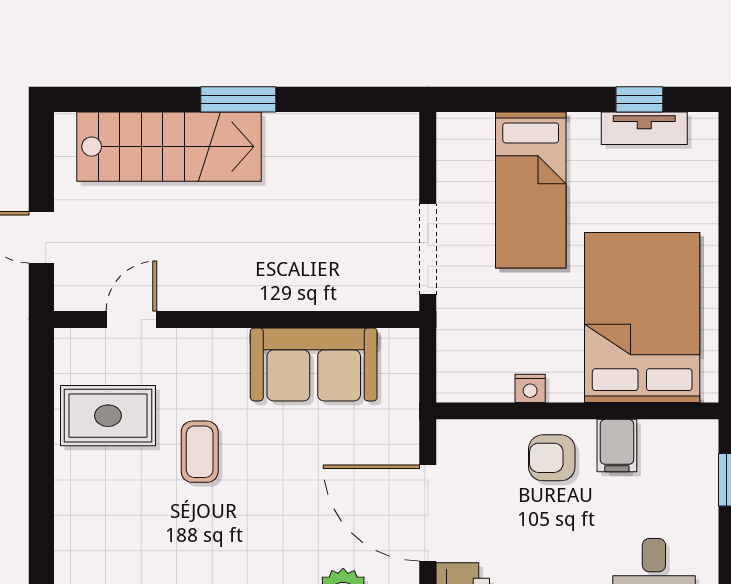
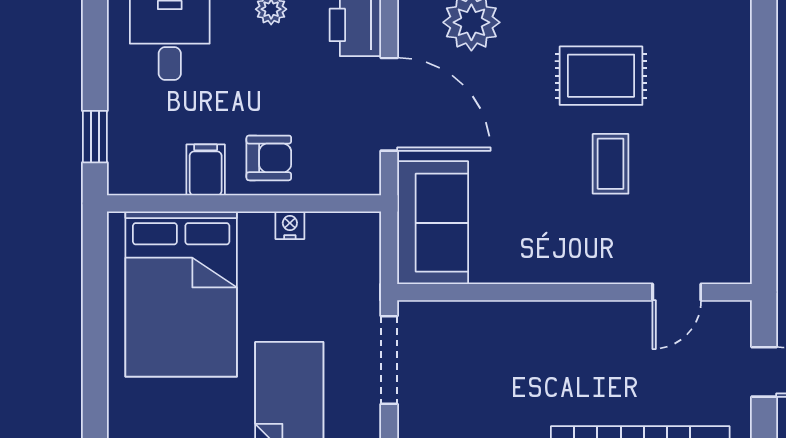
sofa: (314, 364) -> (433, 223), moved, turned 90
rug: (108, 416) -> (601, 76), moved

